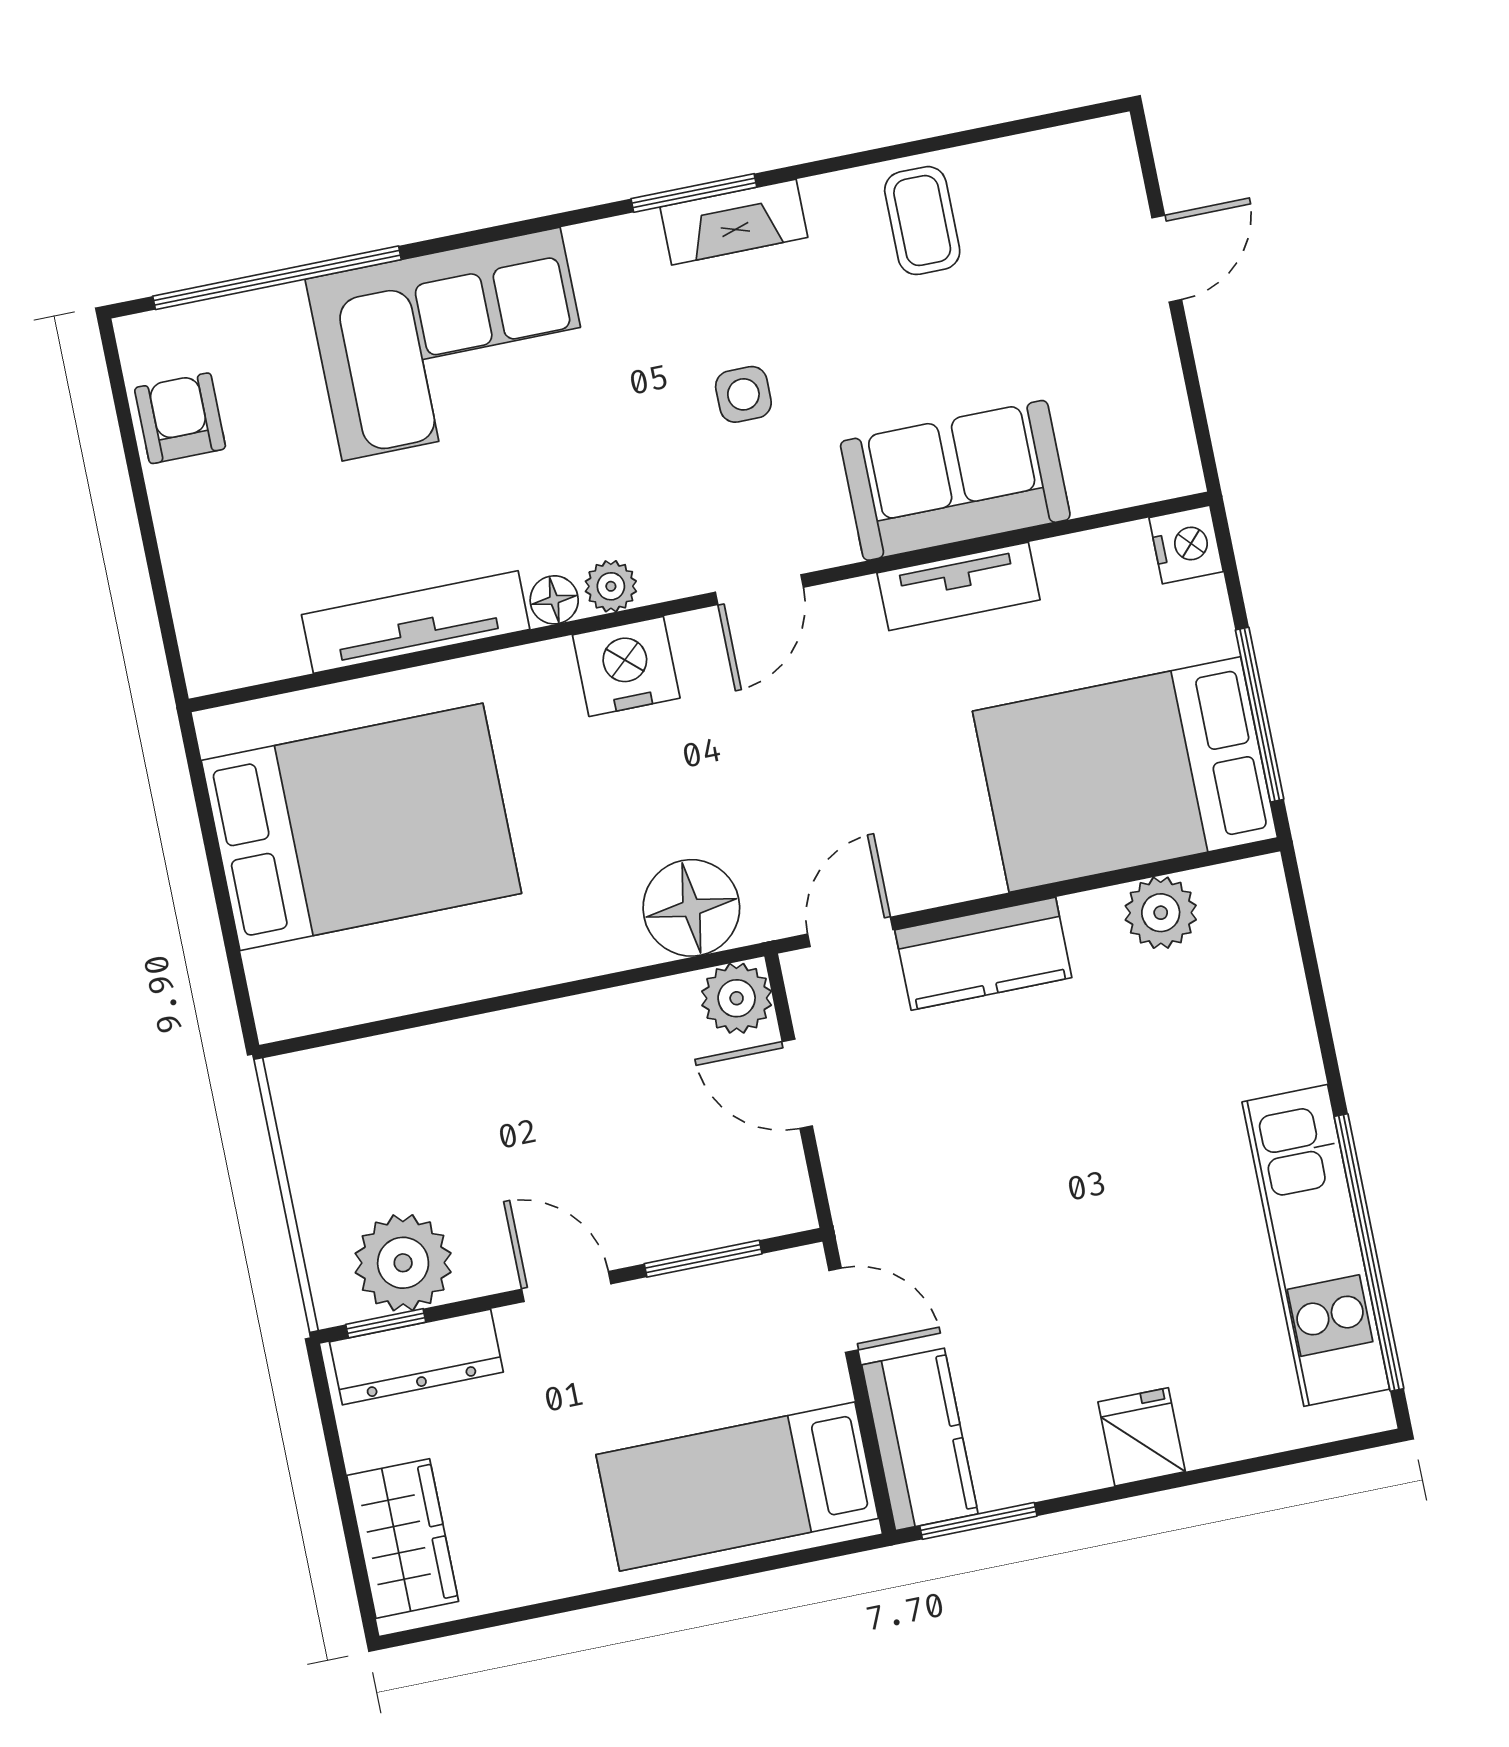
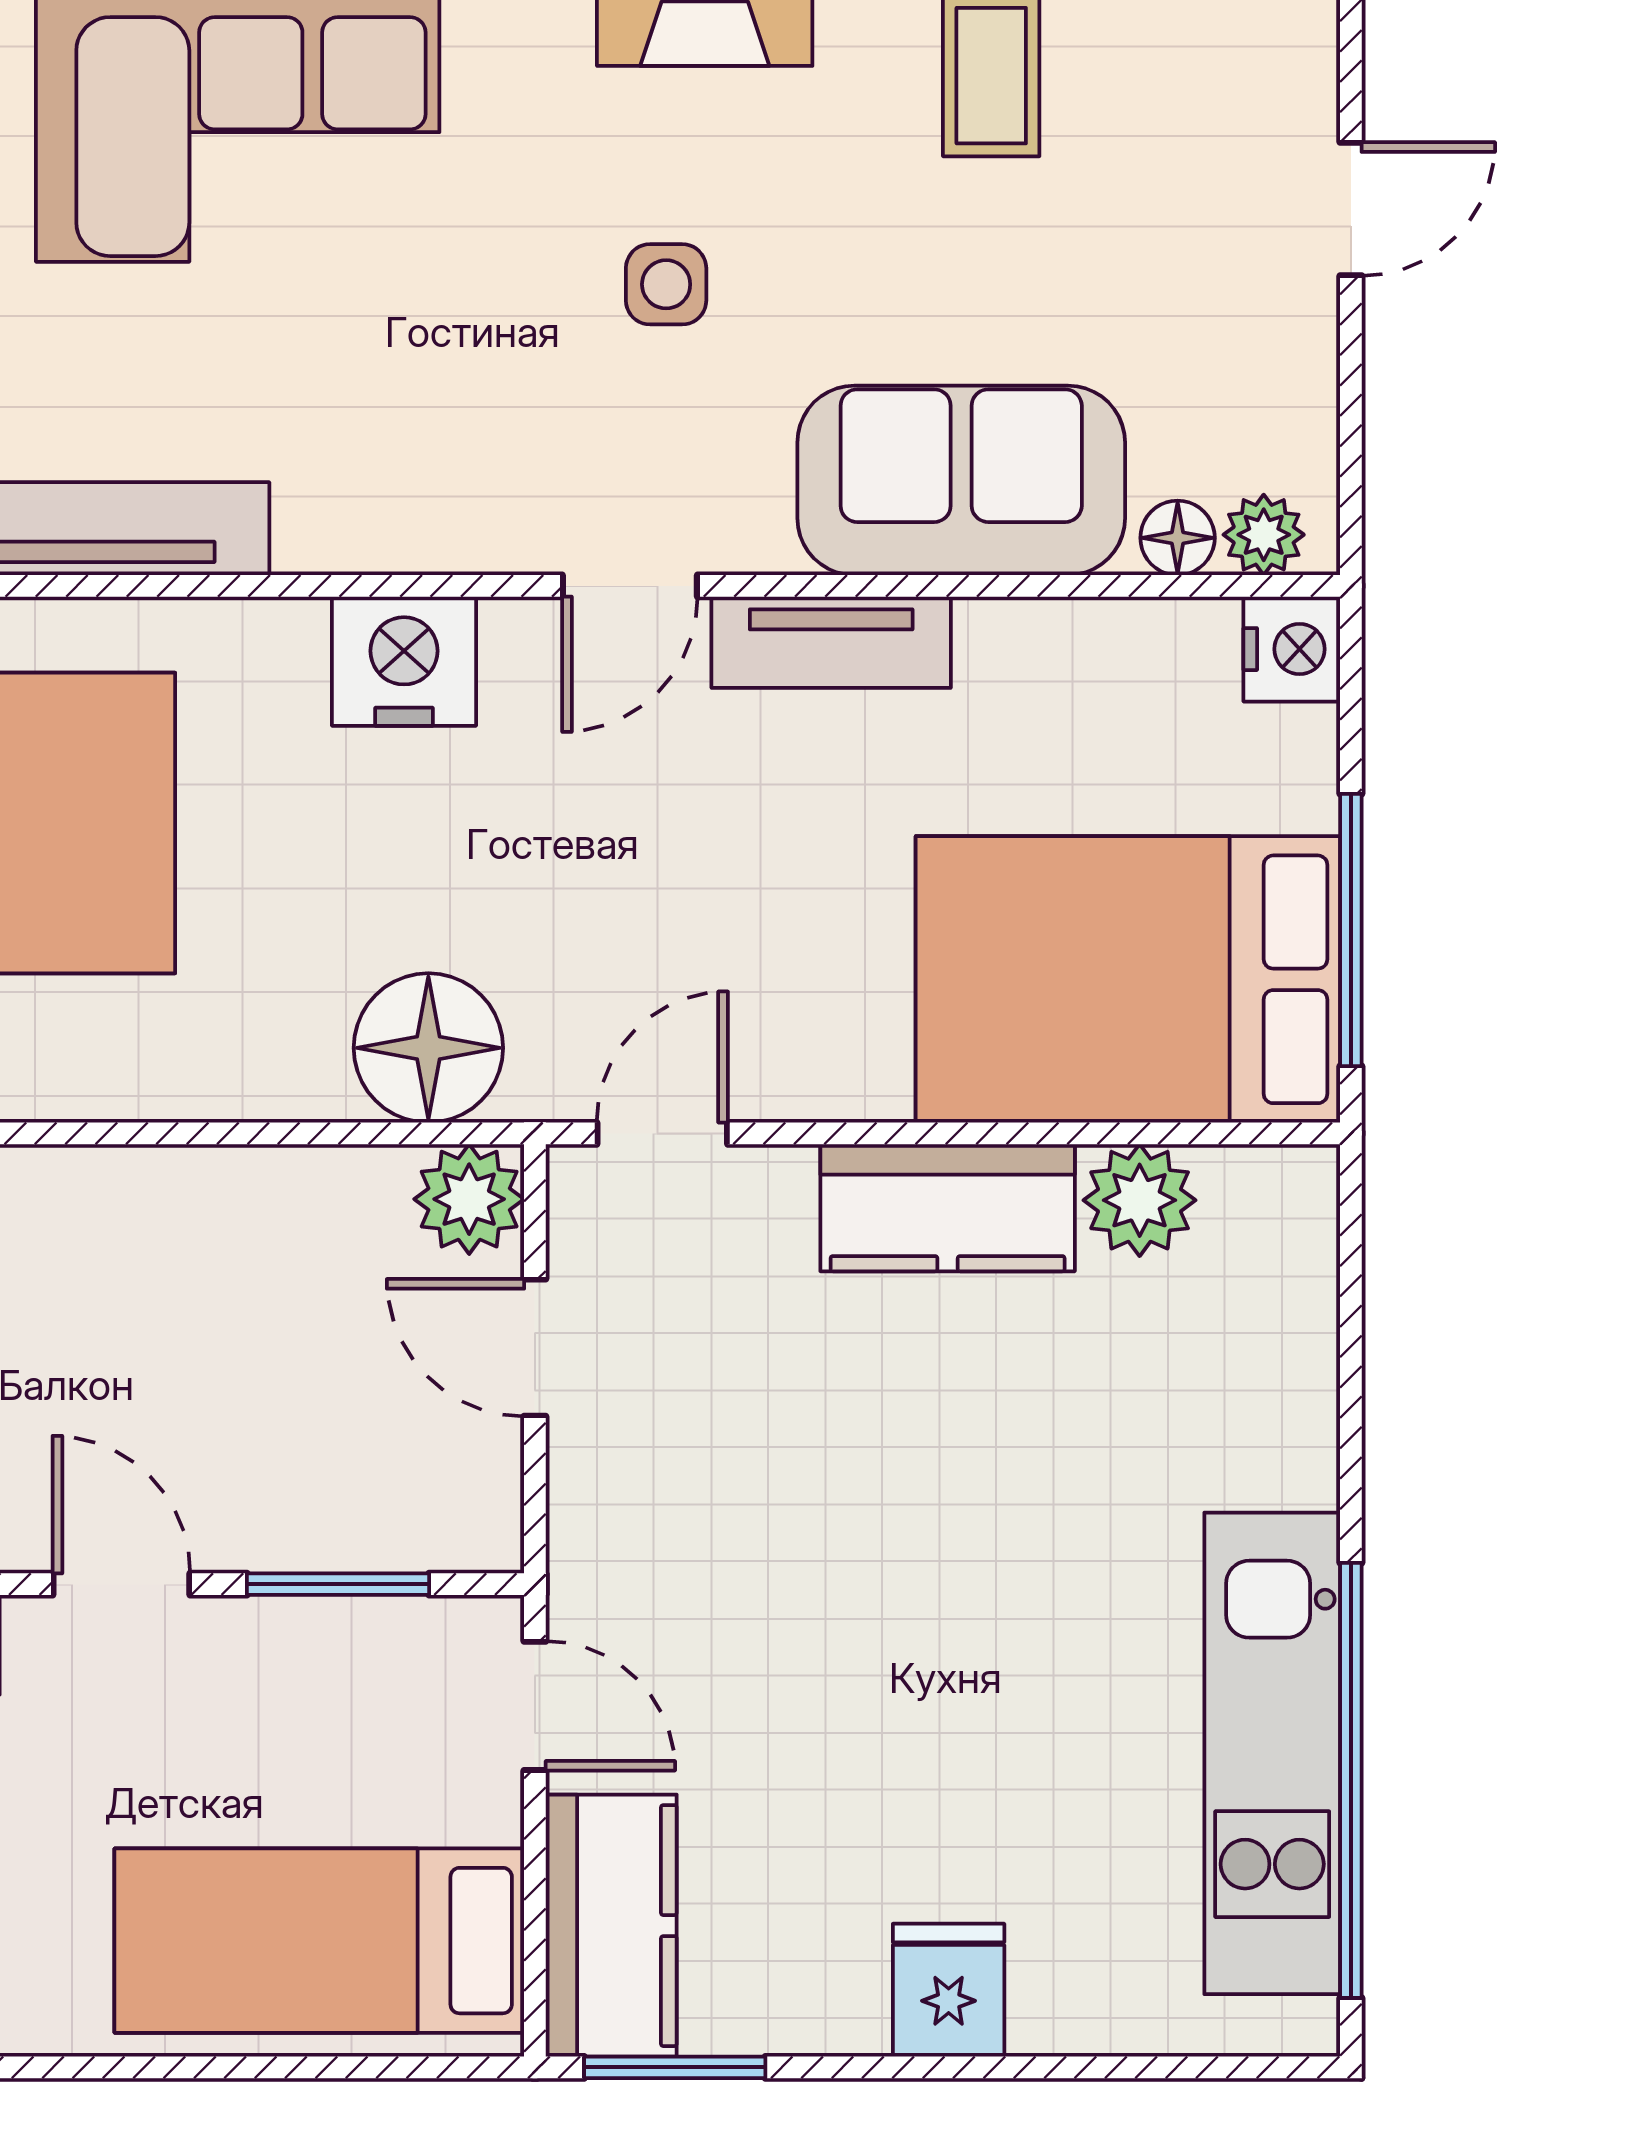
plant: (611, 586) -> (1264, 535), moved
tv unit: (959, 586) -> (831, 642), moved
floor lamp: (554, 600) -> (1178, 538), moved
kitchen counter: (983, 954) -> (948, 1208), moved

